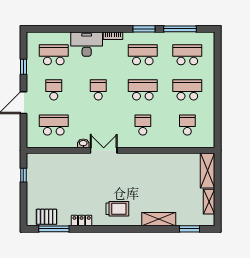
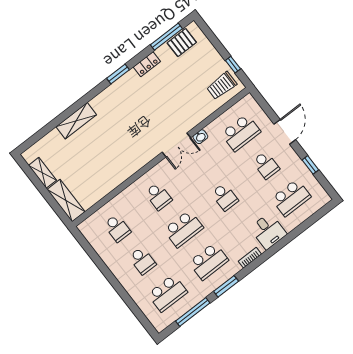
desk: (87, 44) -> (268, 231), width x0.73
school desk: (187, 90) -> (142, 261), width x0.54
trolley: (117, 209) -> (222, 86), moved
window: (189, 229) -> (118, 74), moved

